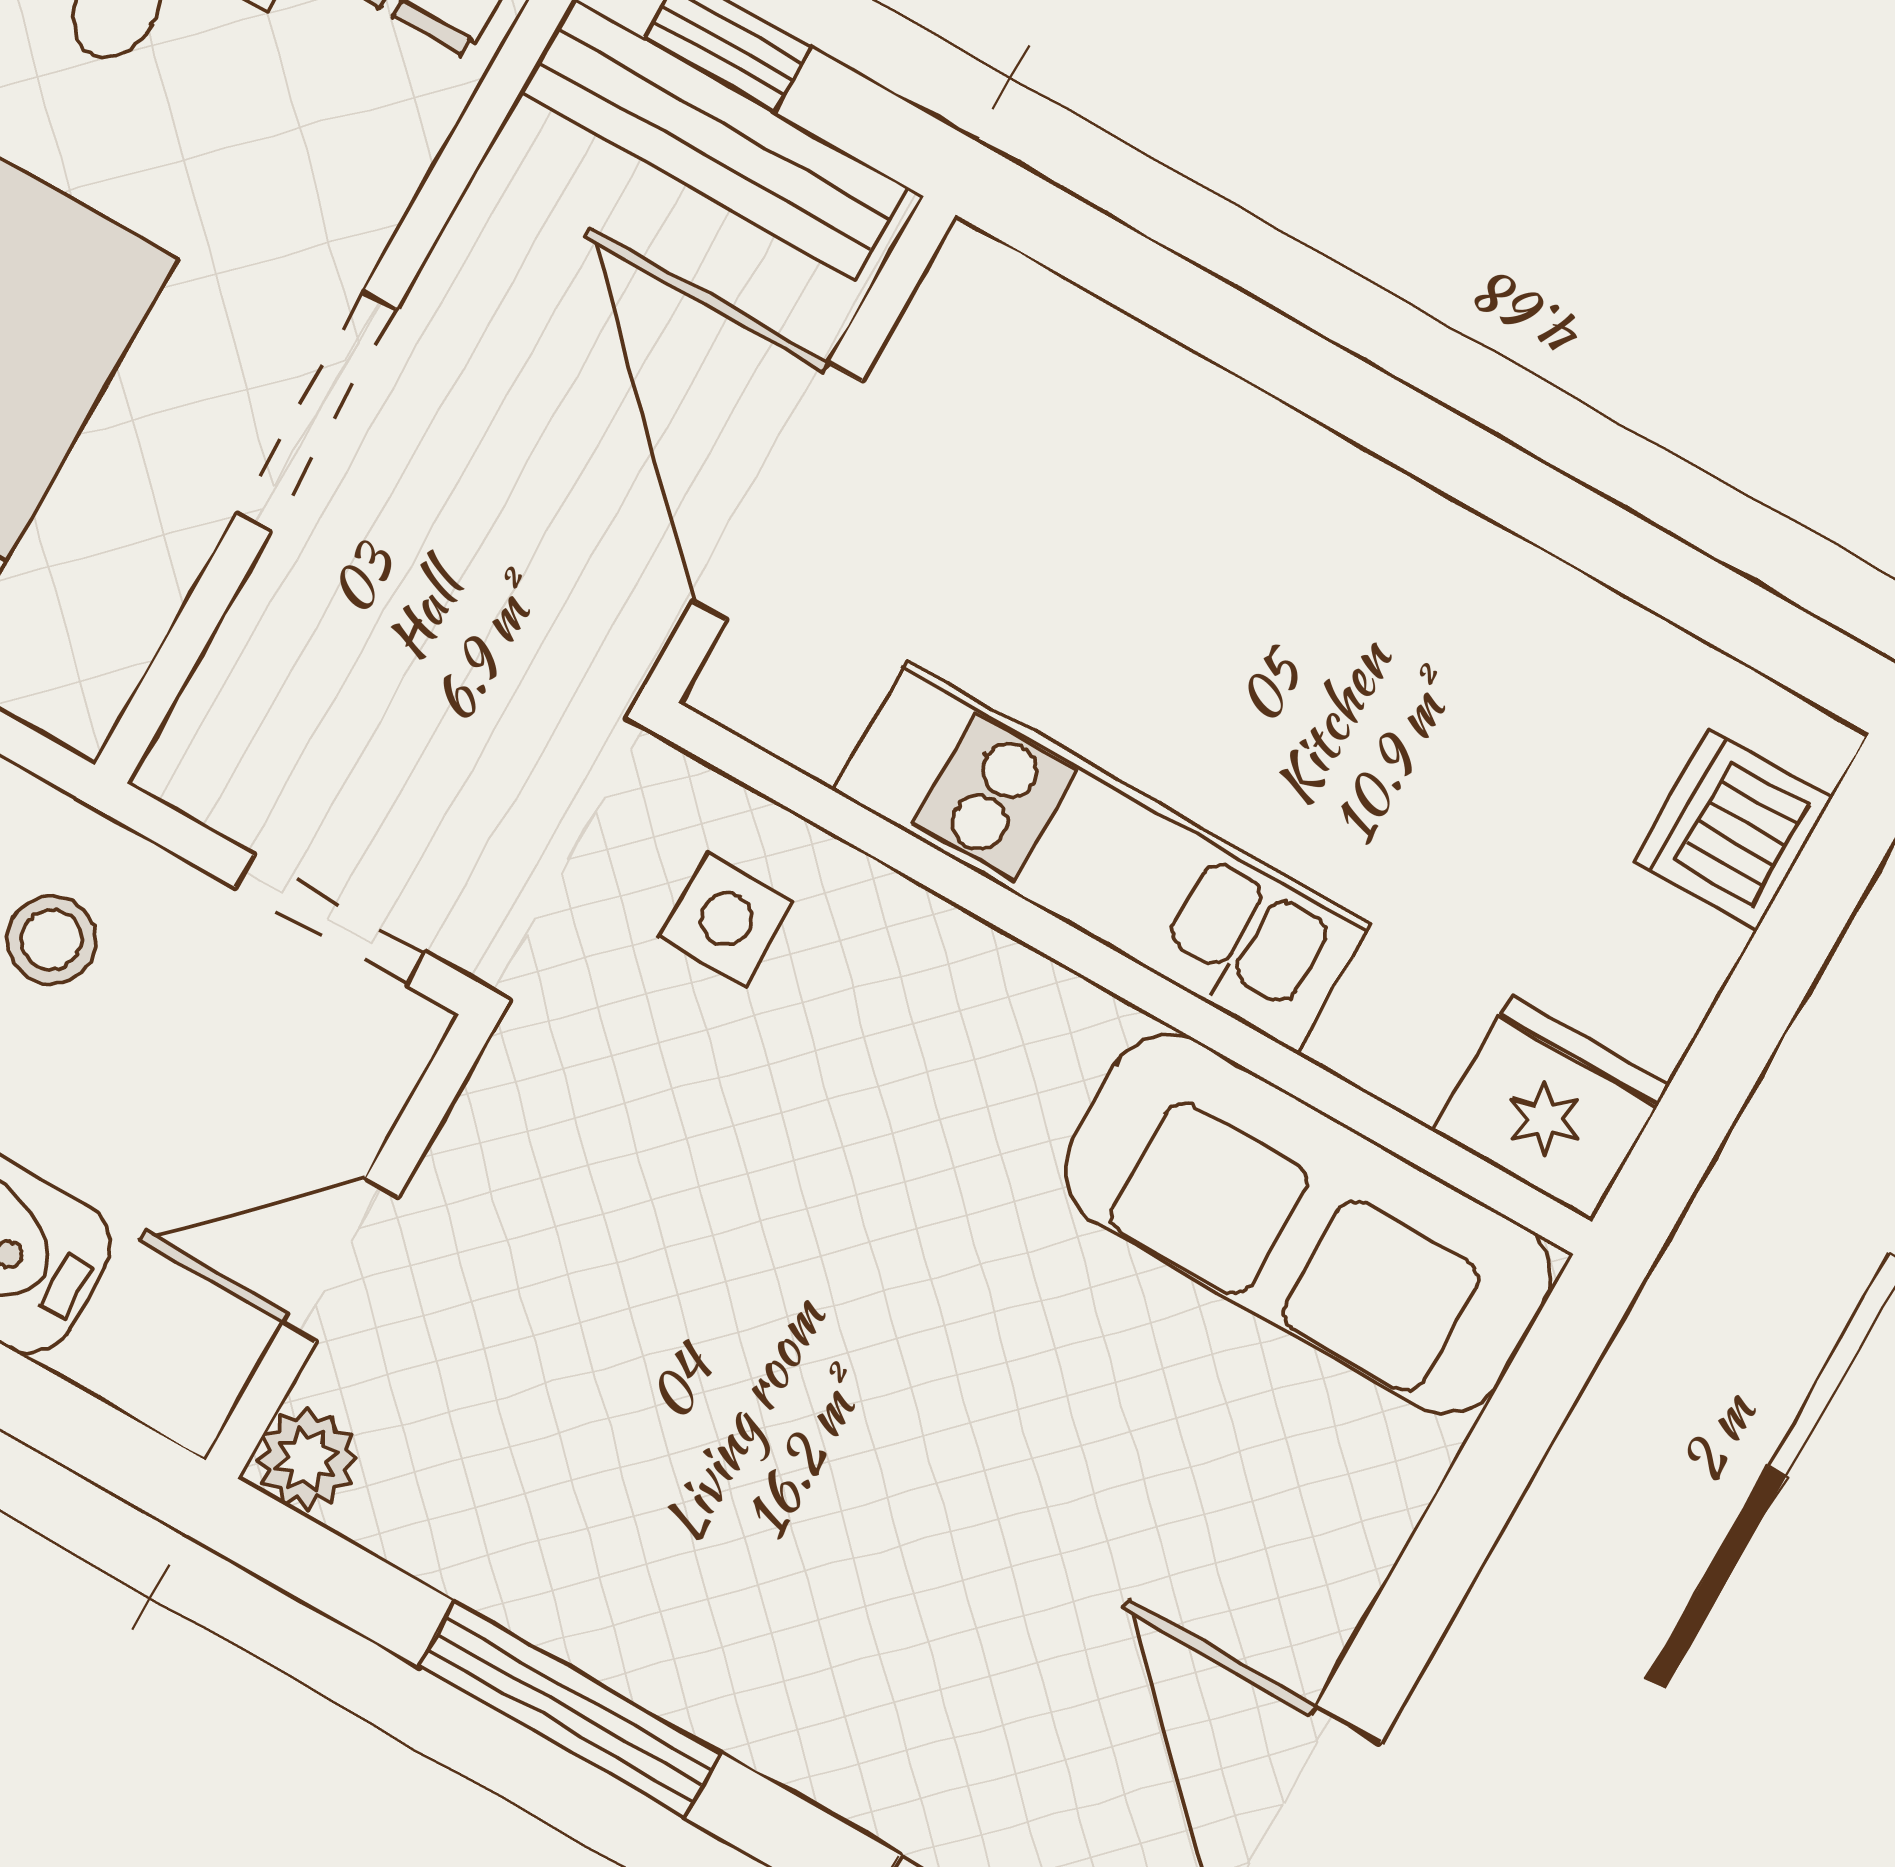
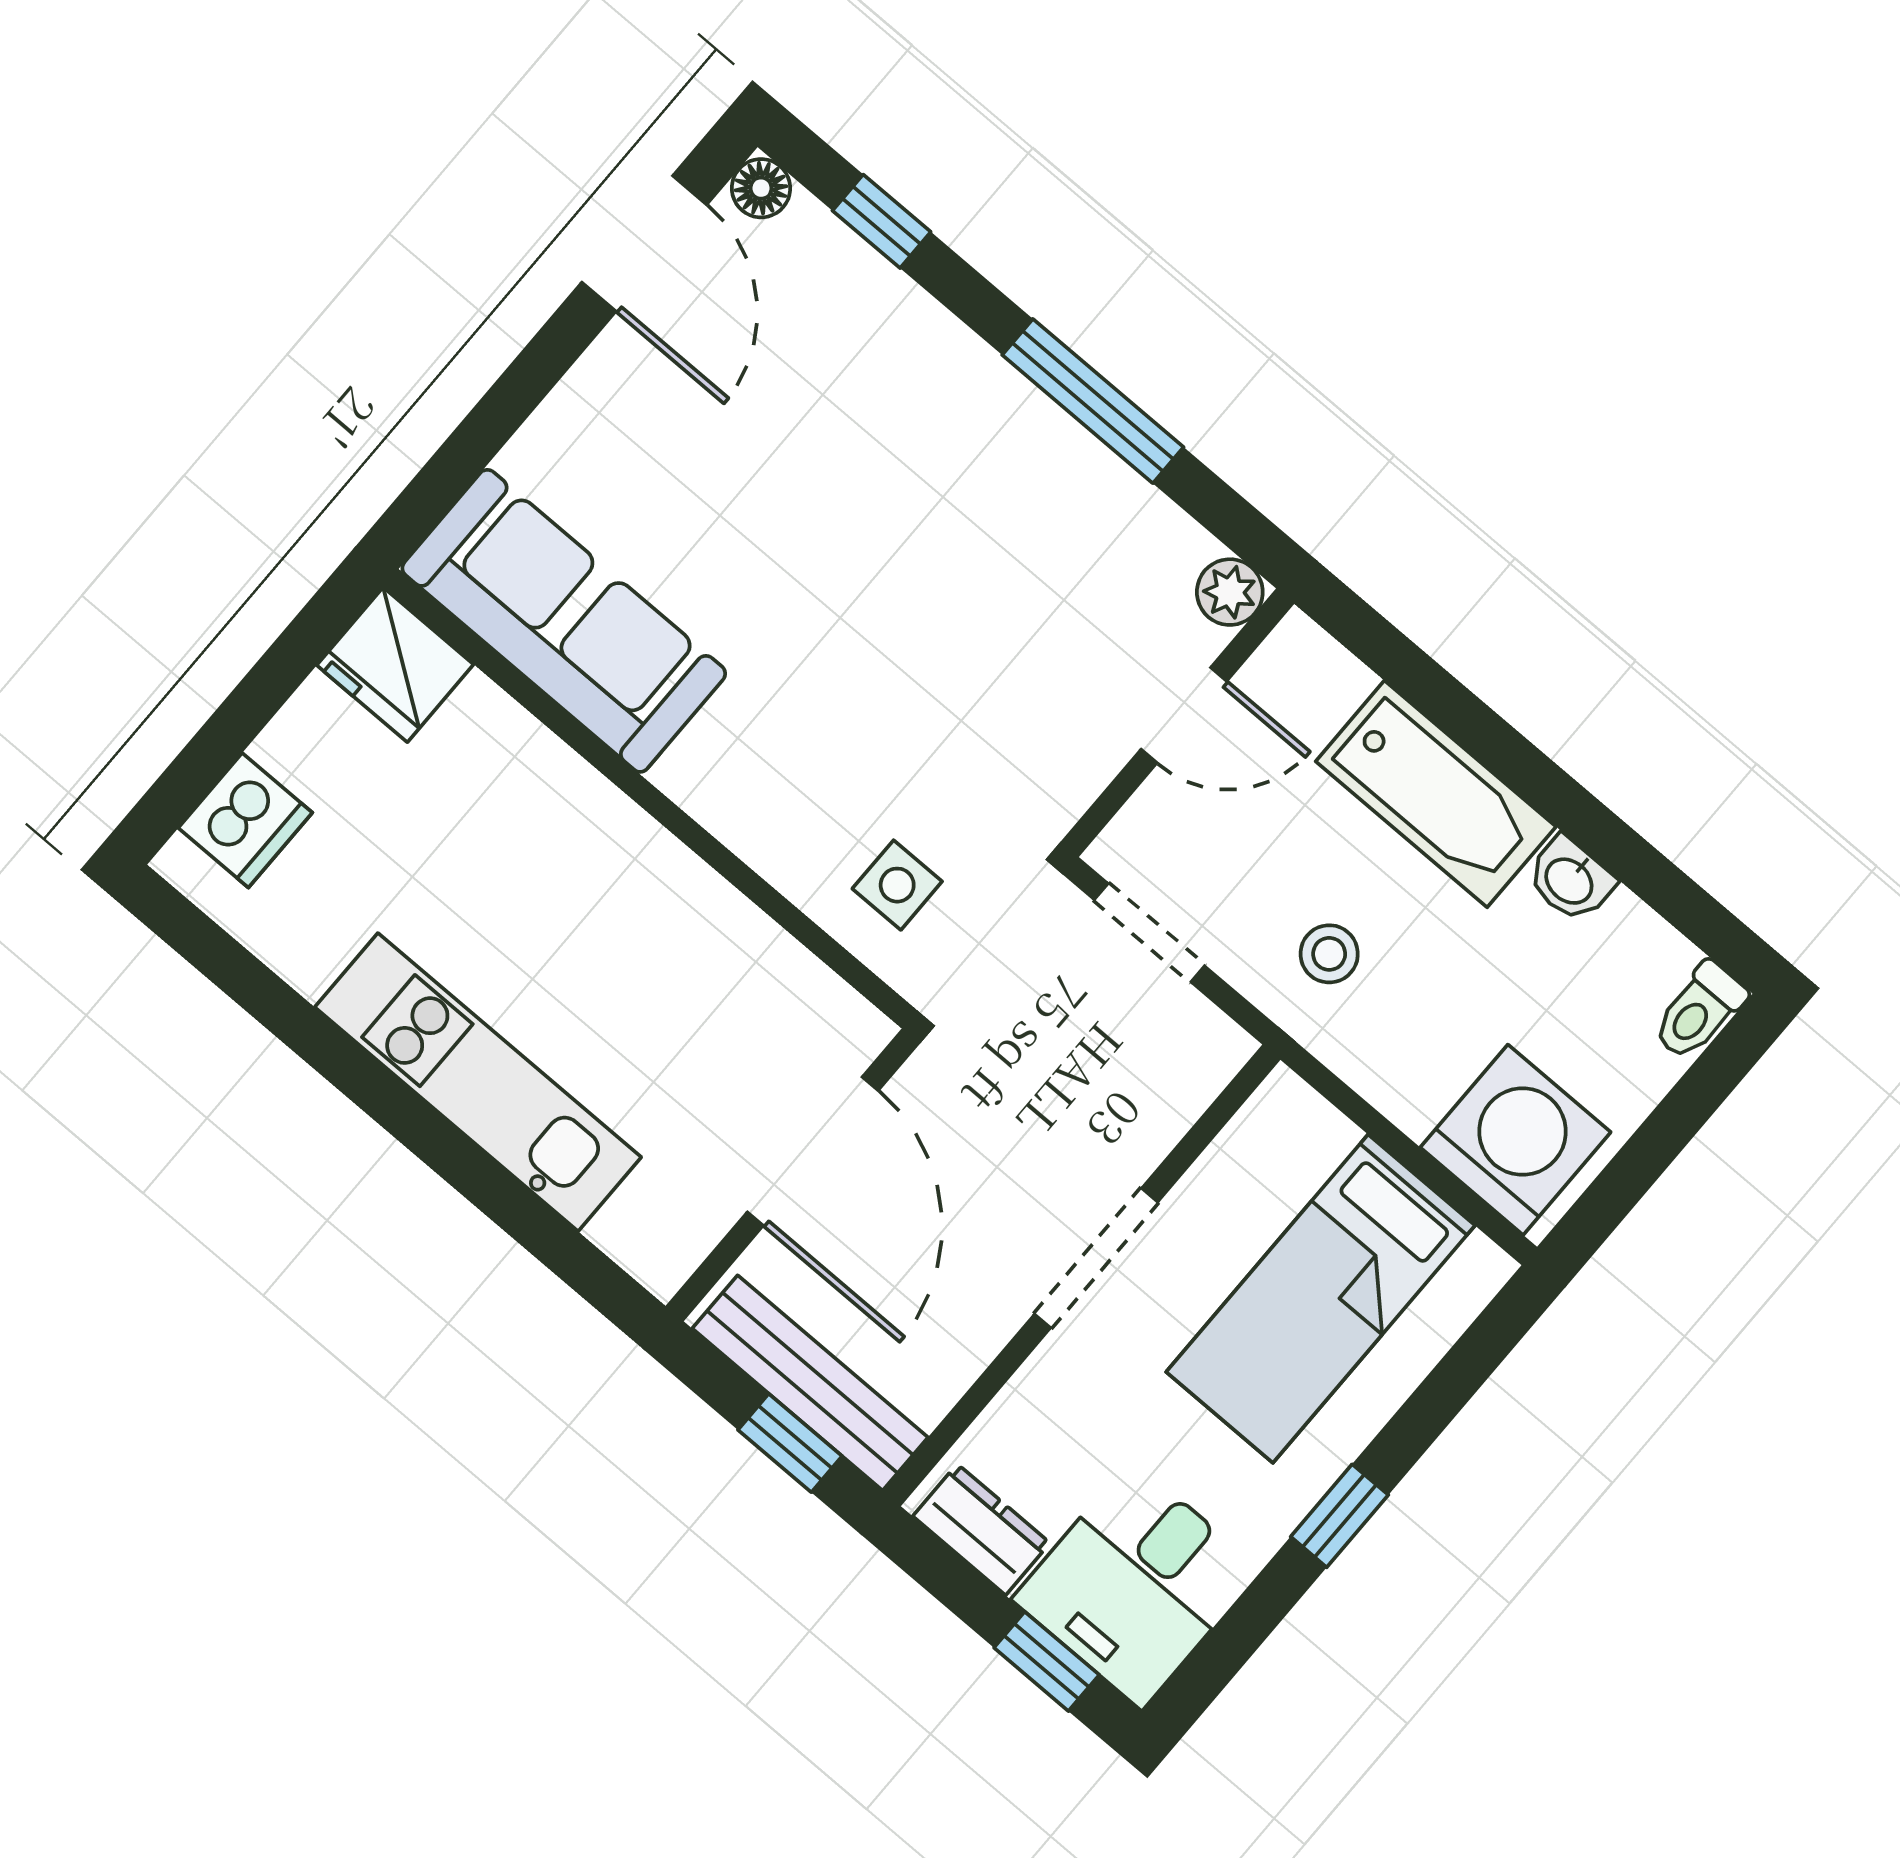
kitchen unit: (1102, 857) -> (478, 1082), moved, turned 180

